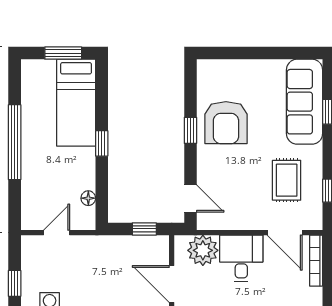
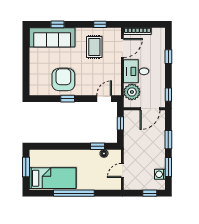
bed: (76, 103) -> (53, 178), moved
armchair: (226, 123) -> (63, 80), turned -90
window: (102, 143) -> (97, 146), moved
rug: (287, 180) -> (94, 47), turned 90
door: (57, 233) -> (122, 170), hinge flipped

